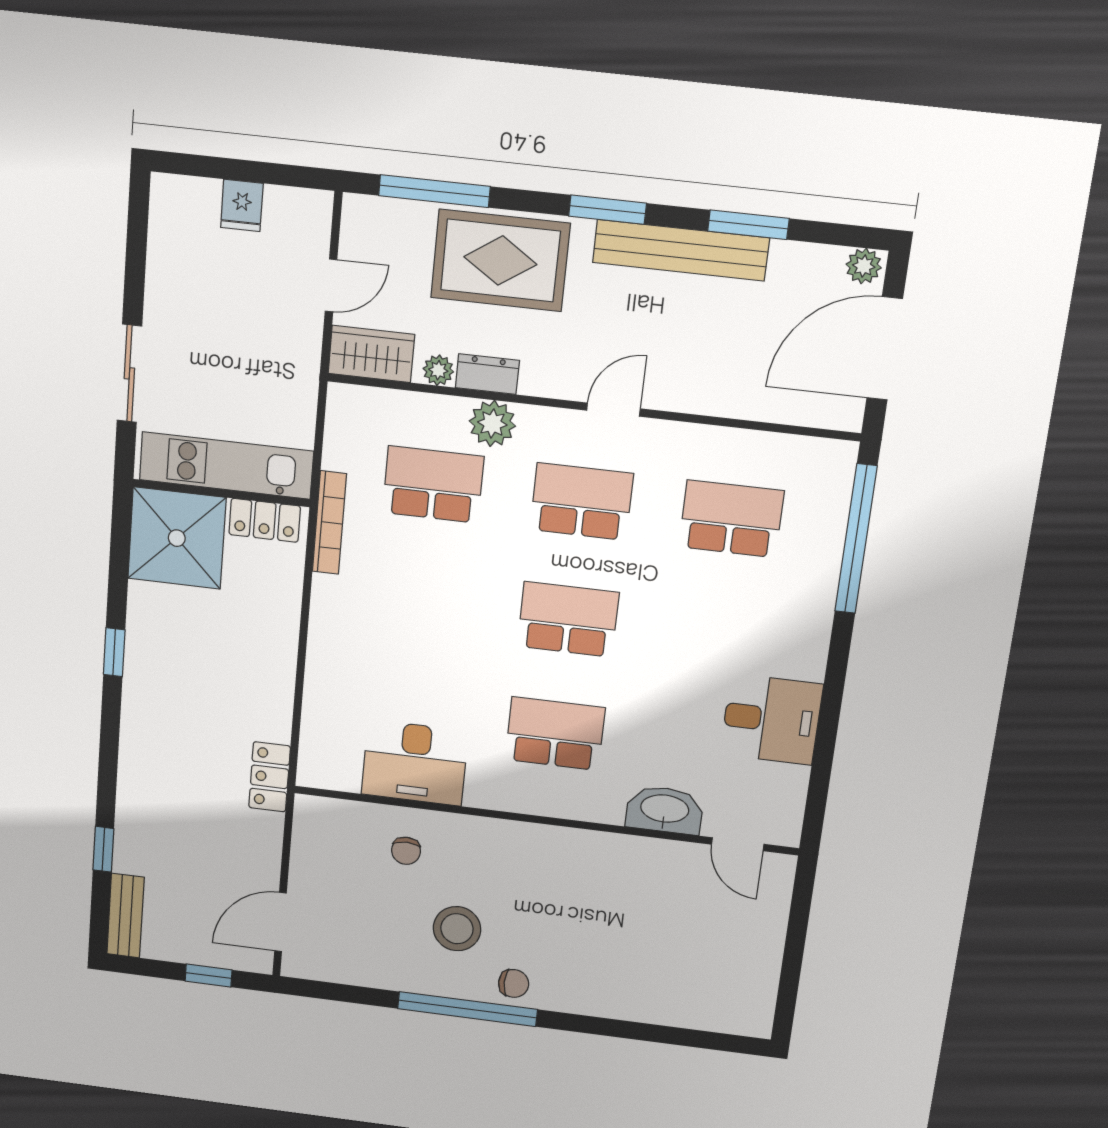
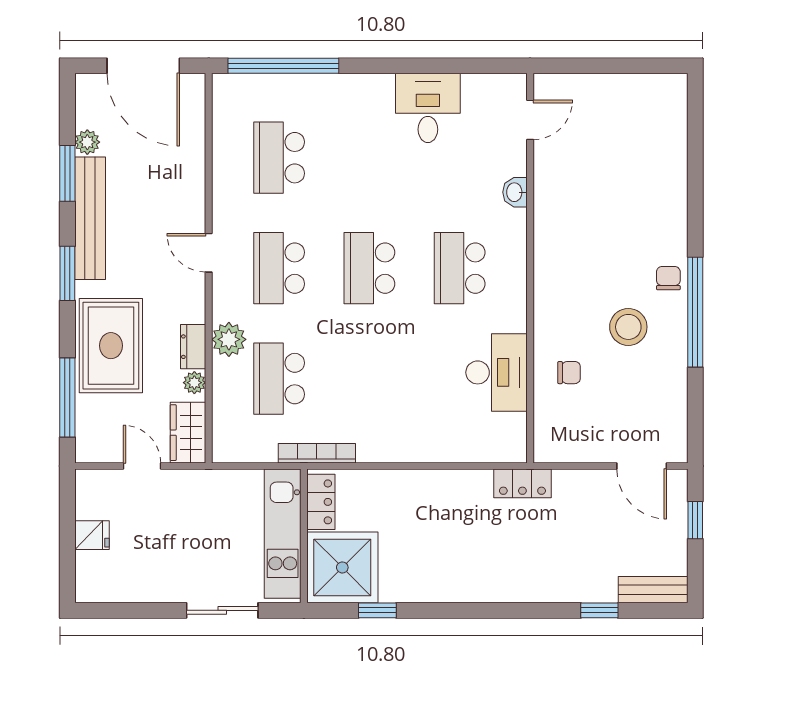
plant: (864, 266) -> (87, 142), moved
window: (114, 652) -> (377, 610), moved
washbasin: (665, 810) -> (515, 192), width x0.52, depth x0.69

